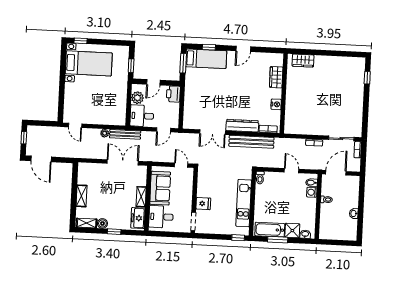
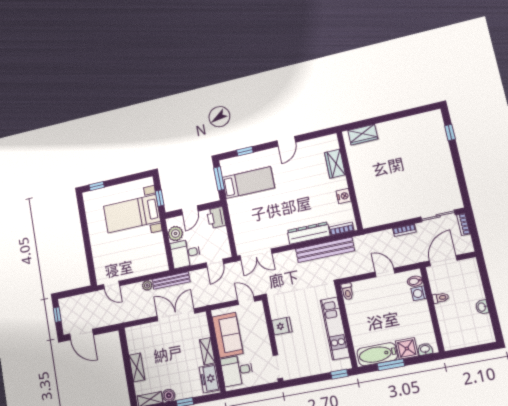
bed: (206, 59) -> (248, 183), moved
bed with nightstands: (89, 63) -> (132, 214), moved, turned 180
double door: (213, 132) -> (256, 254), moved
fridge: (203, 204) -> (282, 326), moved

